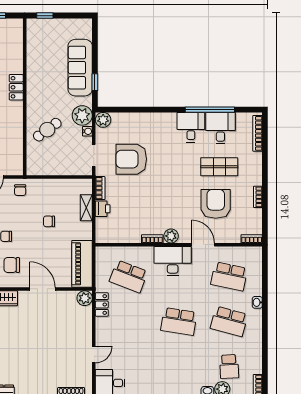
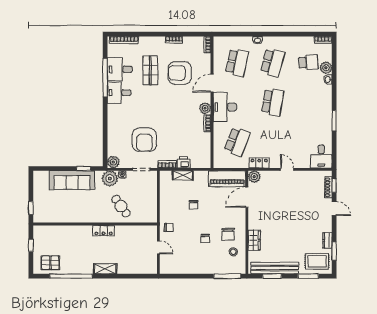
locker: (16, 87) -> (104, 231), moved
door: (42, 289) -> (247, 197), moved
door: (94, 354) -> (287, 169), moved

